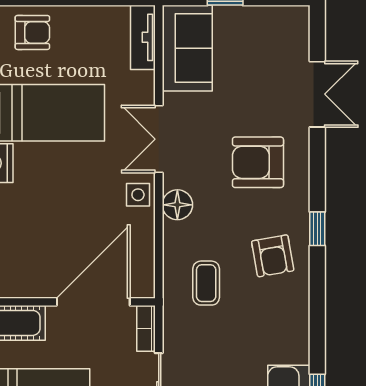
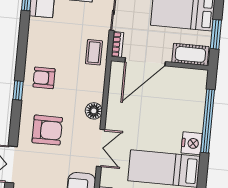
side table: (138, 195) -> (115, 118), removed
armchair: (273, 256) -> (44, 78), turned -80
coffee table: (206, 283) -> (94, 52), moved

